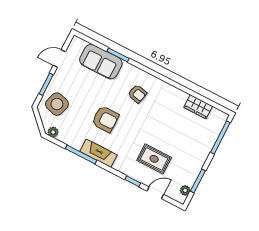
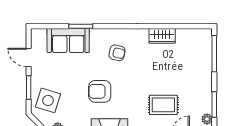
door: (59, 59) -> (29, 57), hinge flipped
wardrobe: (198, 107) -> (162, 36), moved
armchair: (105, 119) -> (100, 91), turned 180

